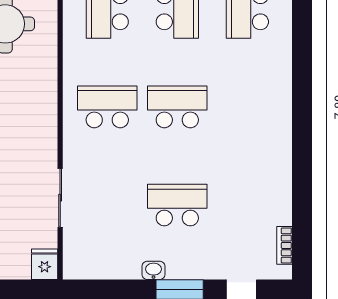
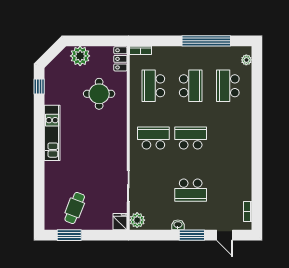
school desk: (177, 205) -> (191, 190), turned 180
plant: (77, 261) -> (137, 220), added

